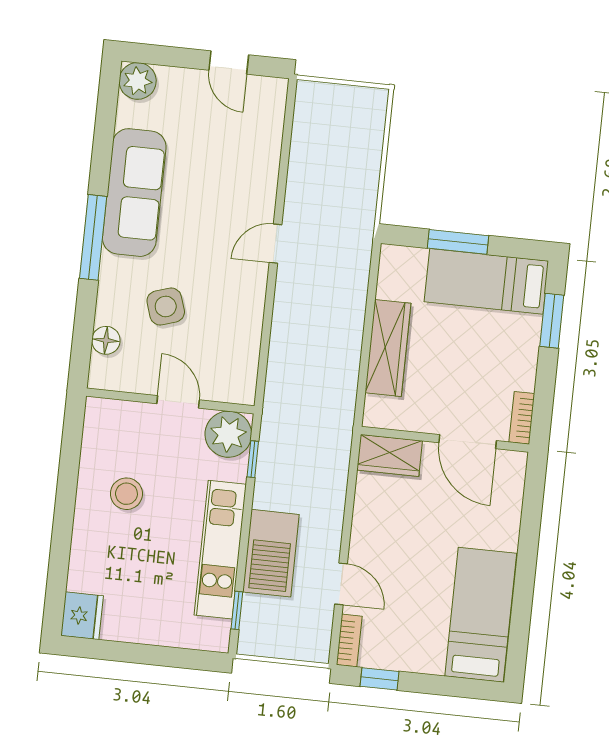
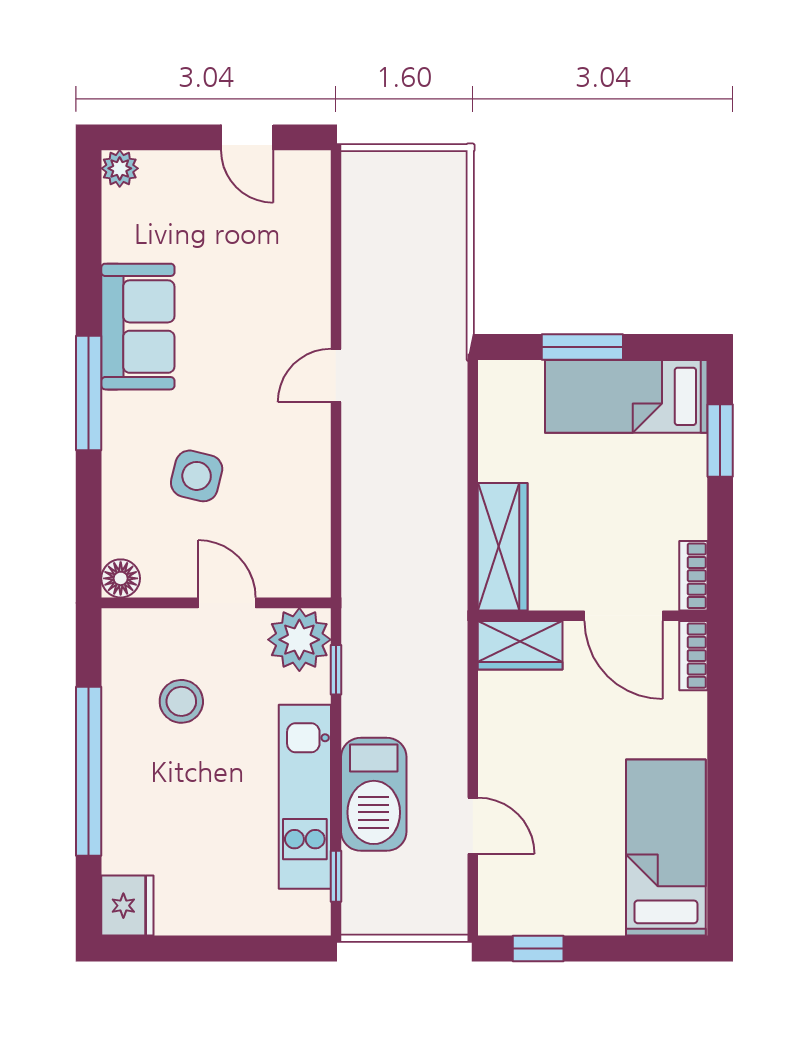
plant: (138, 81) -> (120, 168), width x0.73, depth x0.73
sofa: (134, 193) -> (138, 327), width x0.73
side table: (166, 306) -> (197, 476), turned 32
floor lamp: (106, 340) -> (121, 578), moved
wardrobe: (388, 348) -> (503, 547), moved
stool: (126, 494) -> (181, 701), moved
window: (64, 514) -> (89, 771), added
bookcase: (349, 640) -> (693, 656), moved, turned 180

